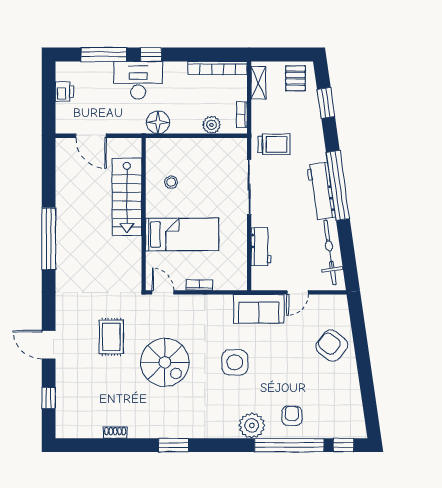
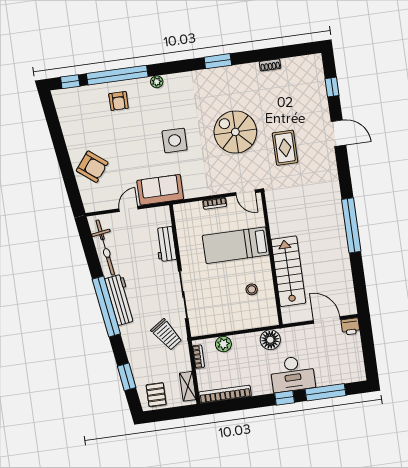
printer: (64, 92) -> (350, 326), moved, turned -90
trolley: (274, 144) -> (167, 335), turned -124
plant: (252, 425) -> (157, 82), width x0.53, depth x0.53

